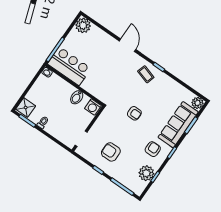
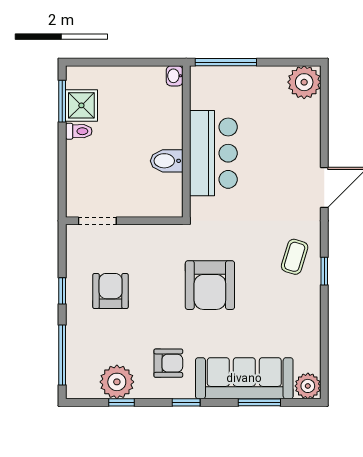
bar counter: (69, 66) -> (213, 153), moved
shower: (26, 107) -> (81, 105), moved
washing machine: (93, 107) -> (169, 202), removed
armchair: (134, 113) -> (210, 285), width x1.88, depth x1.88

